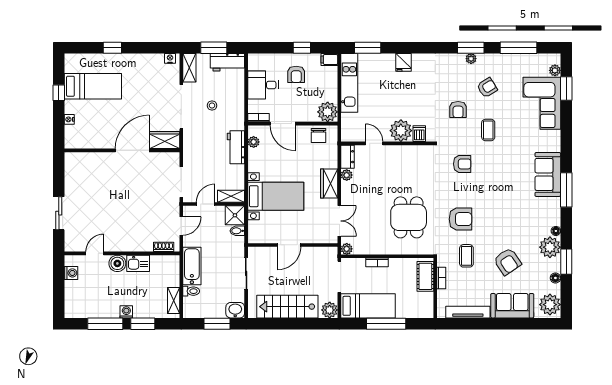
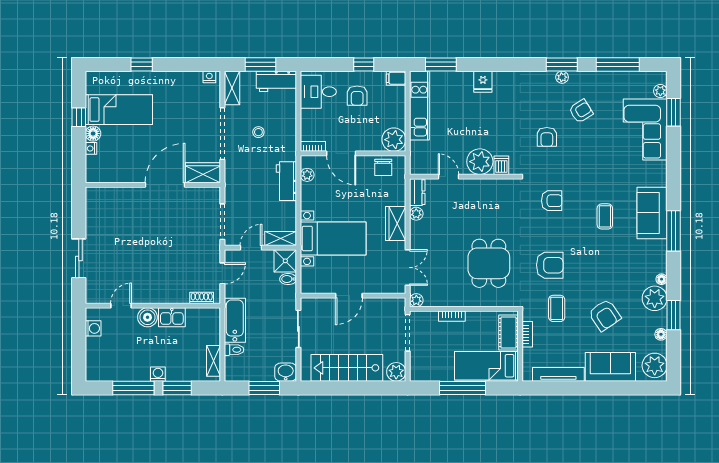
desk: (263, 85) -> (318, 92), moved
floor lamp: (71, 107) -> (93, 134), added
coffee table: (488, 130) -> (605, 216), moved
bed: (368, 306) -> (486, 366), moved, turned 180

